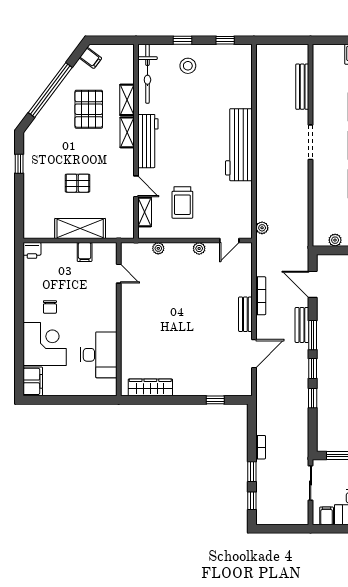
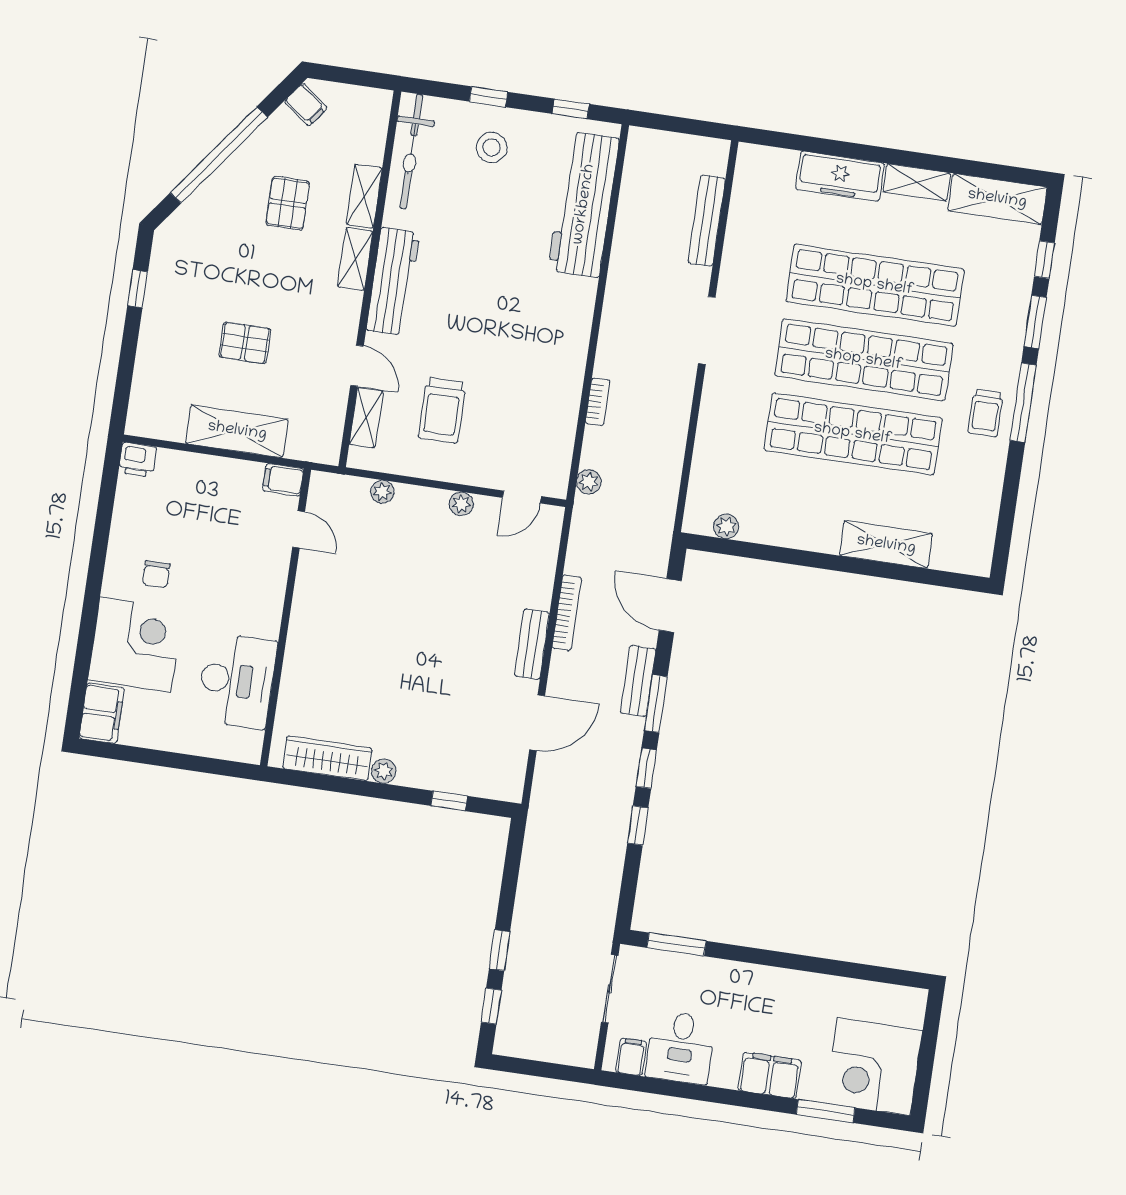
pallet: (89, 109) -> (288, 203), width x0.67, depth x0.71
workbench: (239, 145) -> (584, 204), moved
filing cabinet: (85, 252) -> (283, 480), moved, turned 90
plant: (180, 390) -> (384, 771), added
bookcase: (261, 447) -> (598, 402), moved

